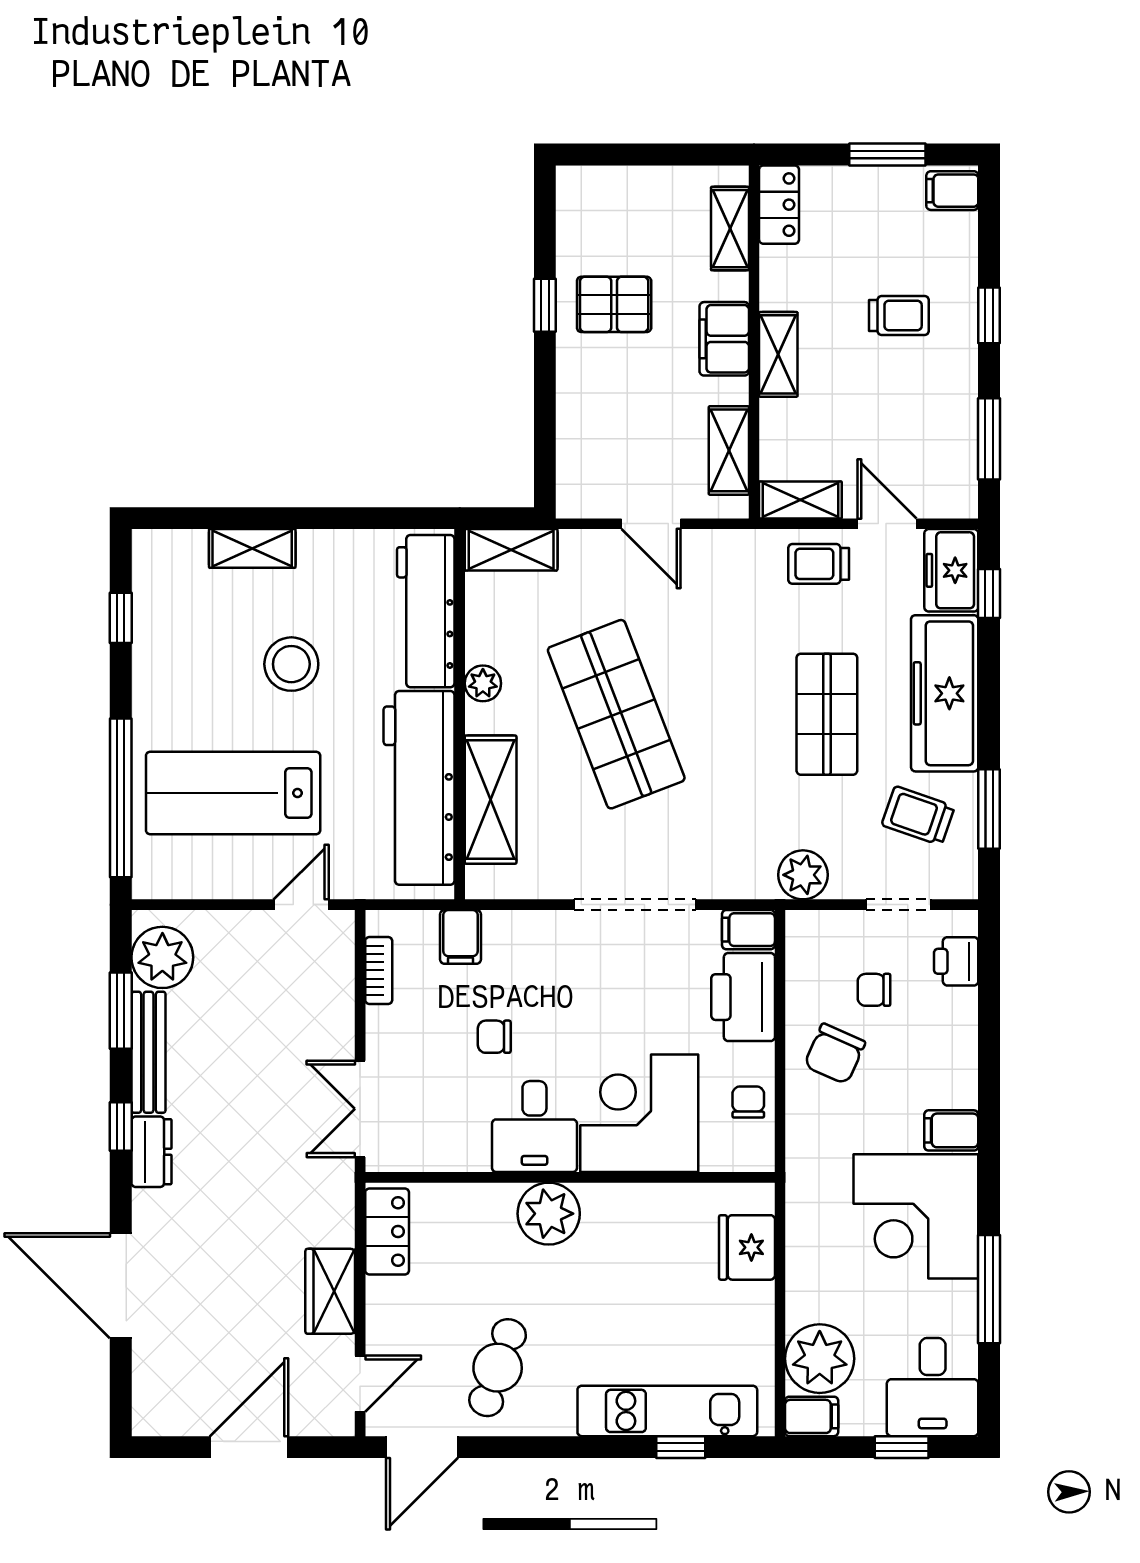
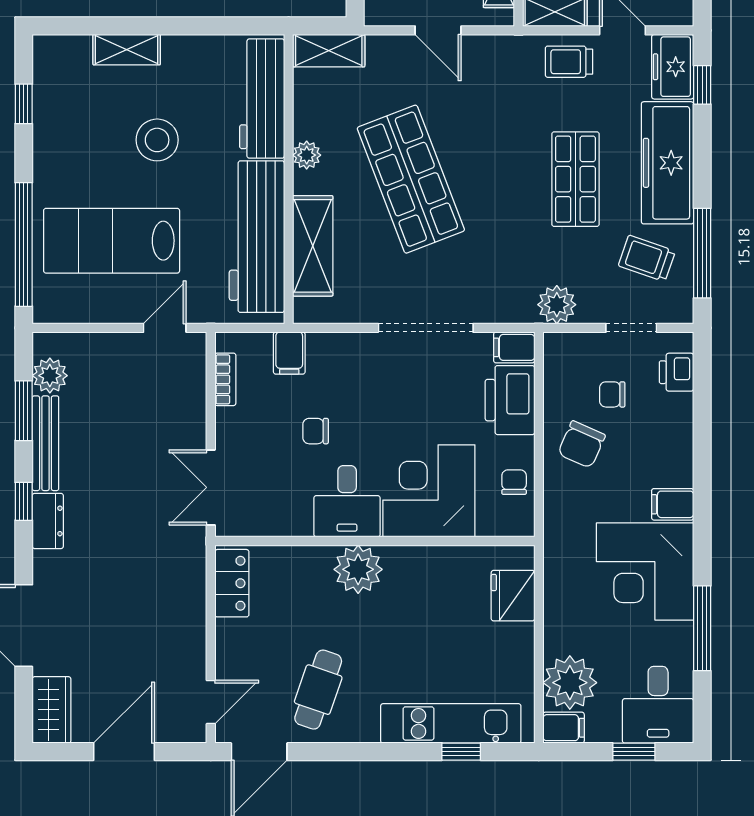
window: (989, 809) -> (702, 253), width x1.44
plant: (162, 957) -> (50, 376), width x0.73, depth x0.73
wardrobe: (330, 1291) -> (52, 710), moved, turned 180

